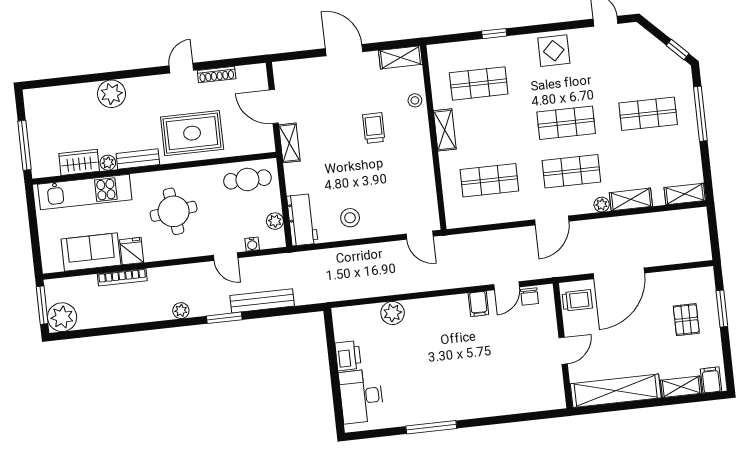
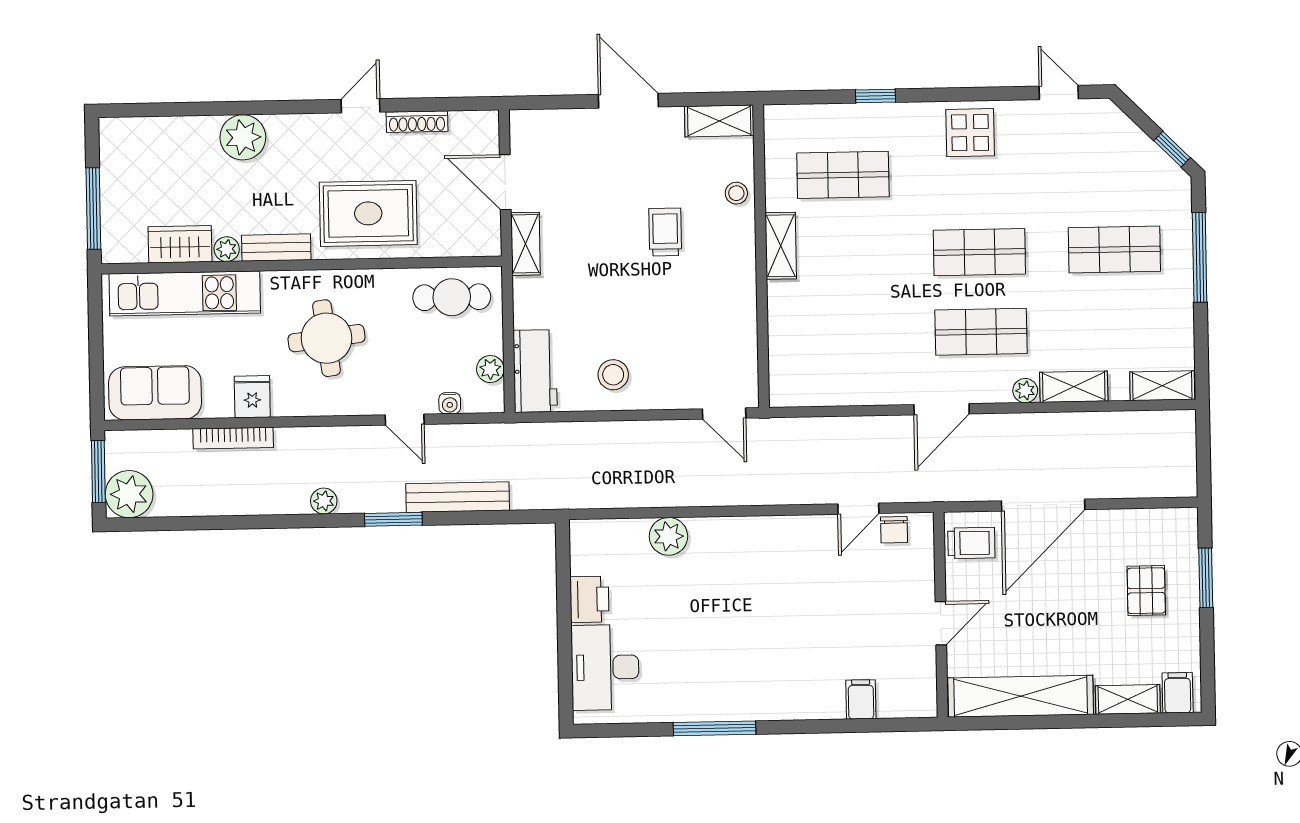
shop shelf: (489, 180) -> (846, 334), removed
sofa: (91, 252) -> (155, 393), moved
filing cabinet: (478, 304) -> (861, 699), moved, turned 180

